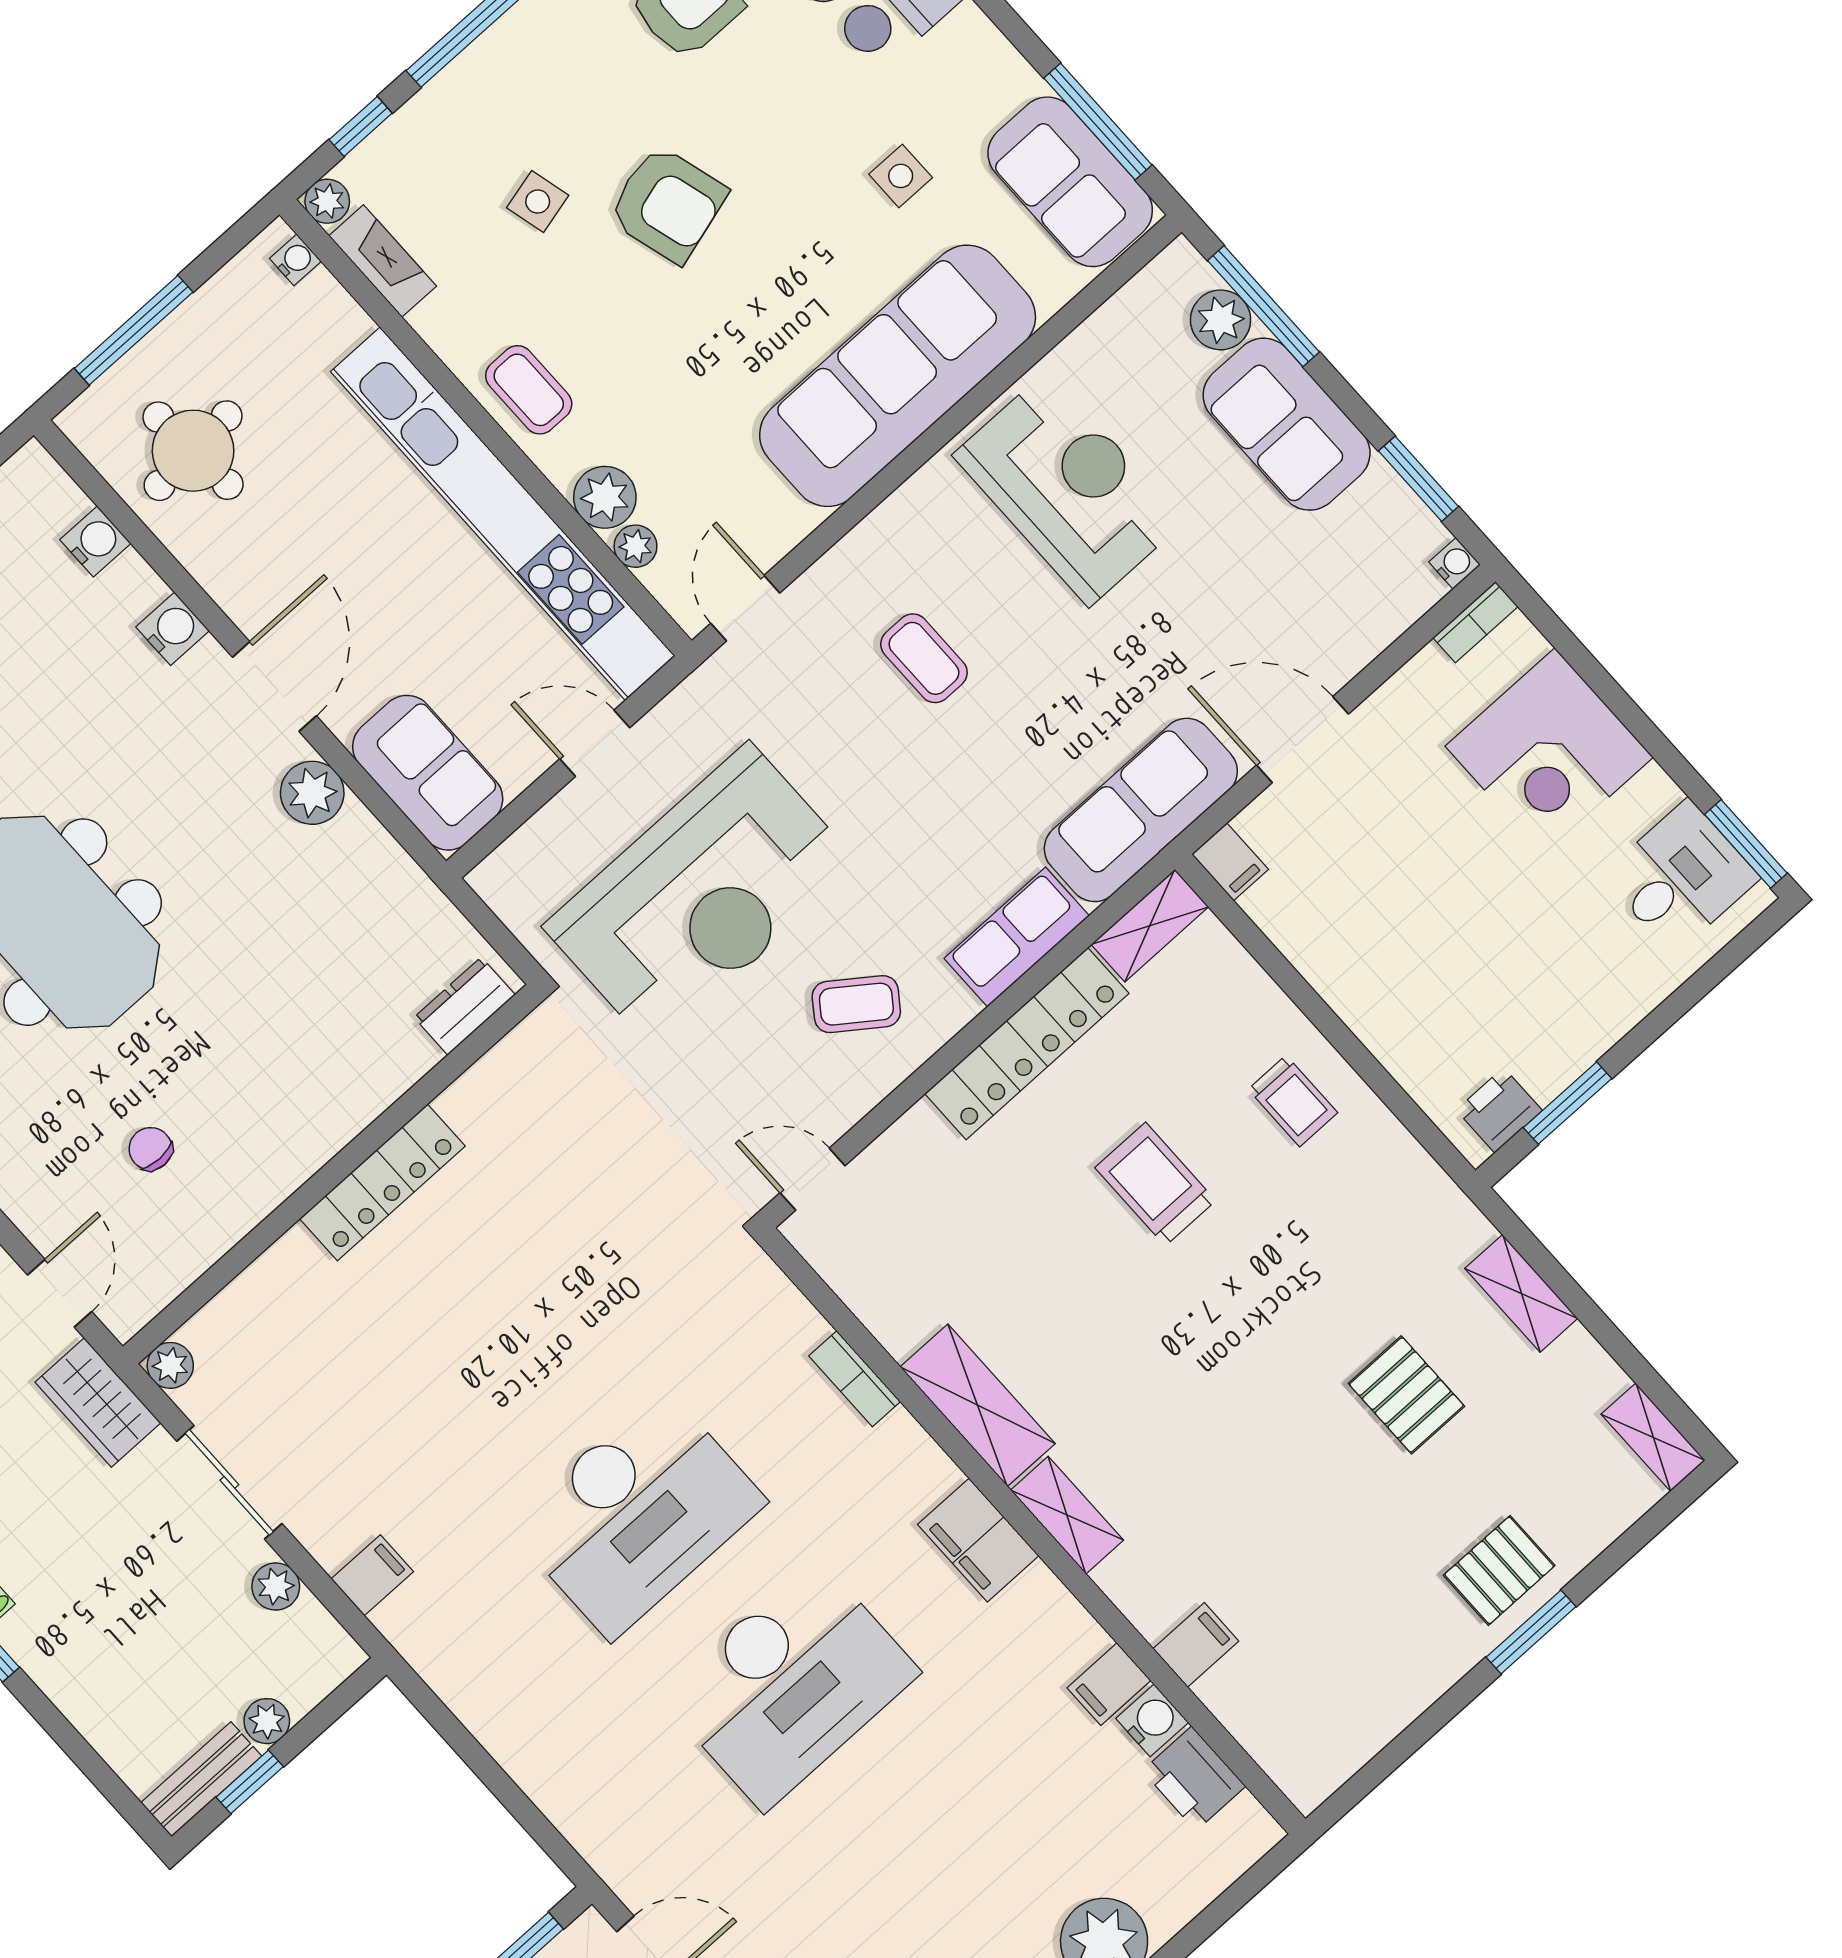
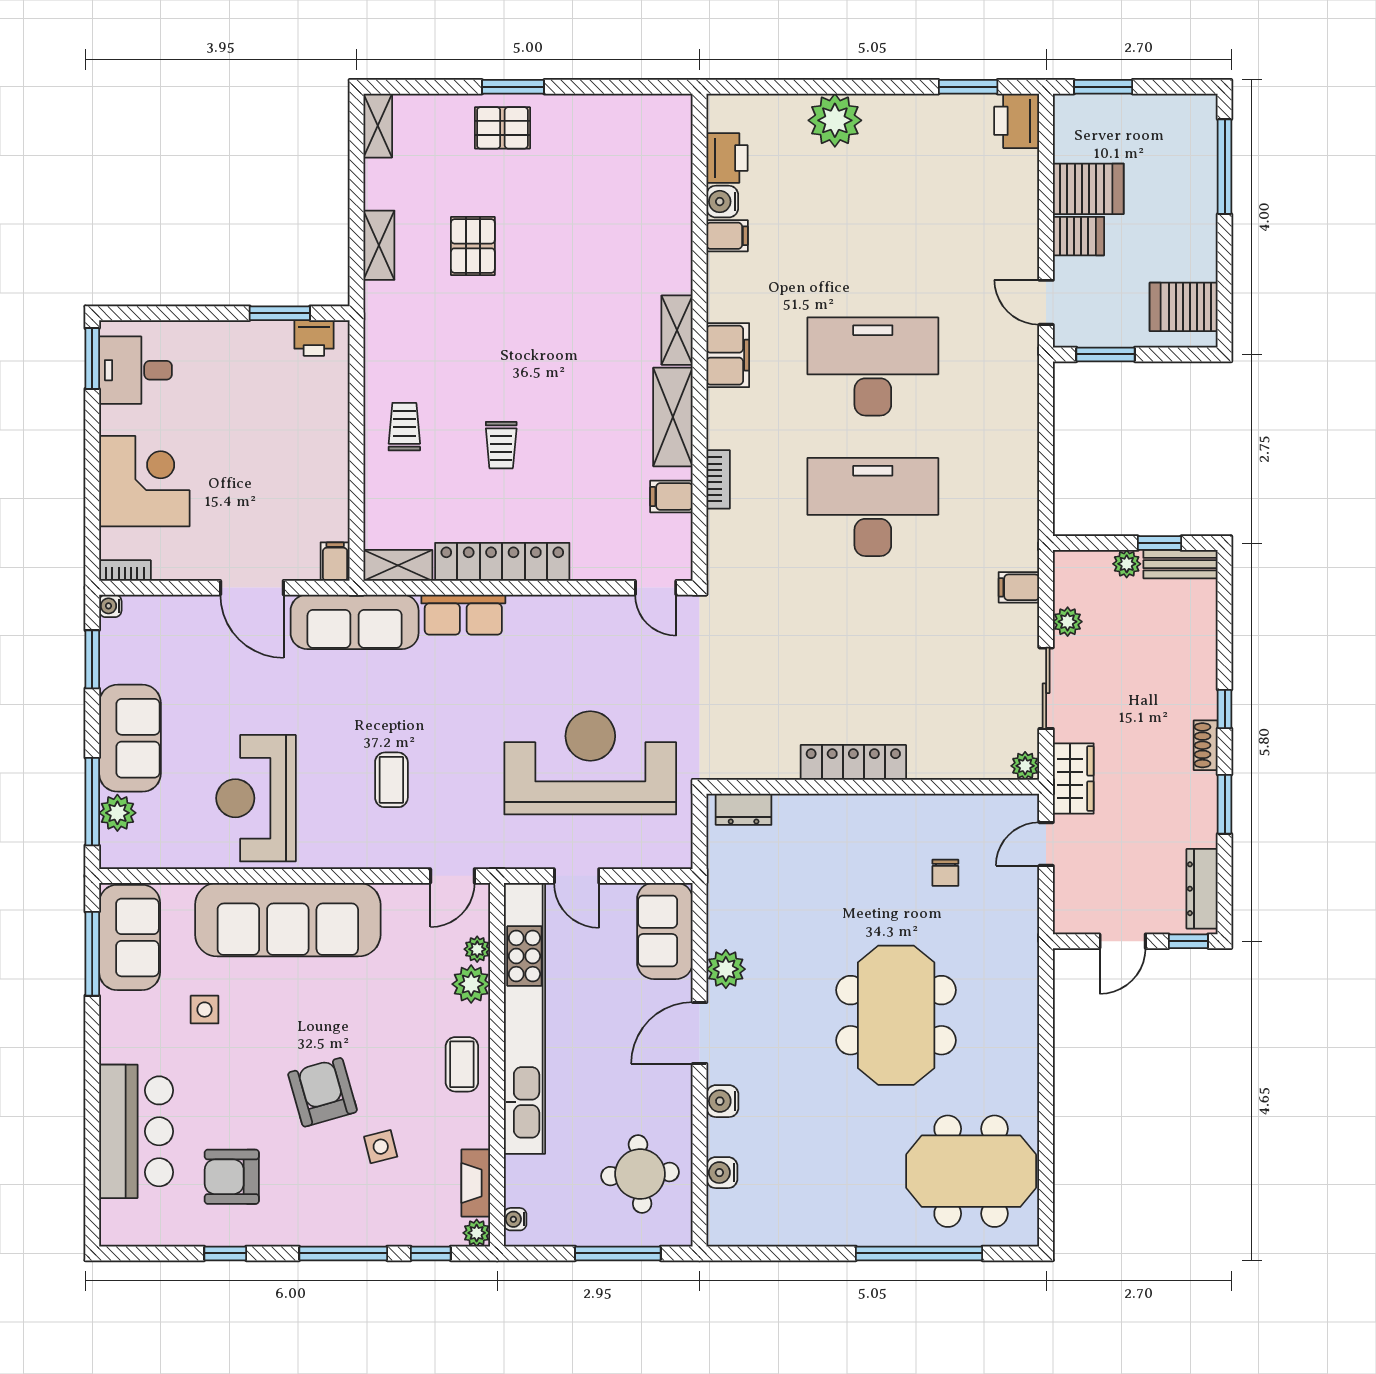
coffee table: (856, 1004) -> (564, 650), removed
trolley: (1155, 1184) -> (501, 445), width x0.73, depth x0.72
filing cabinet: (1196, 1645) -> (671, 497), moved

